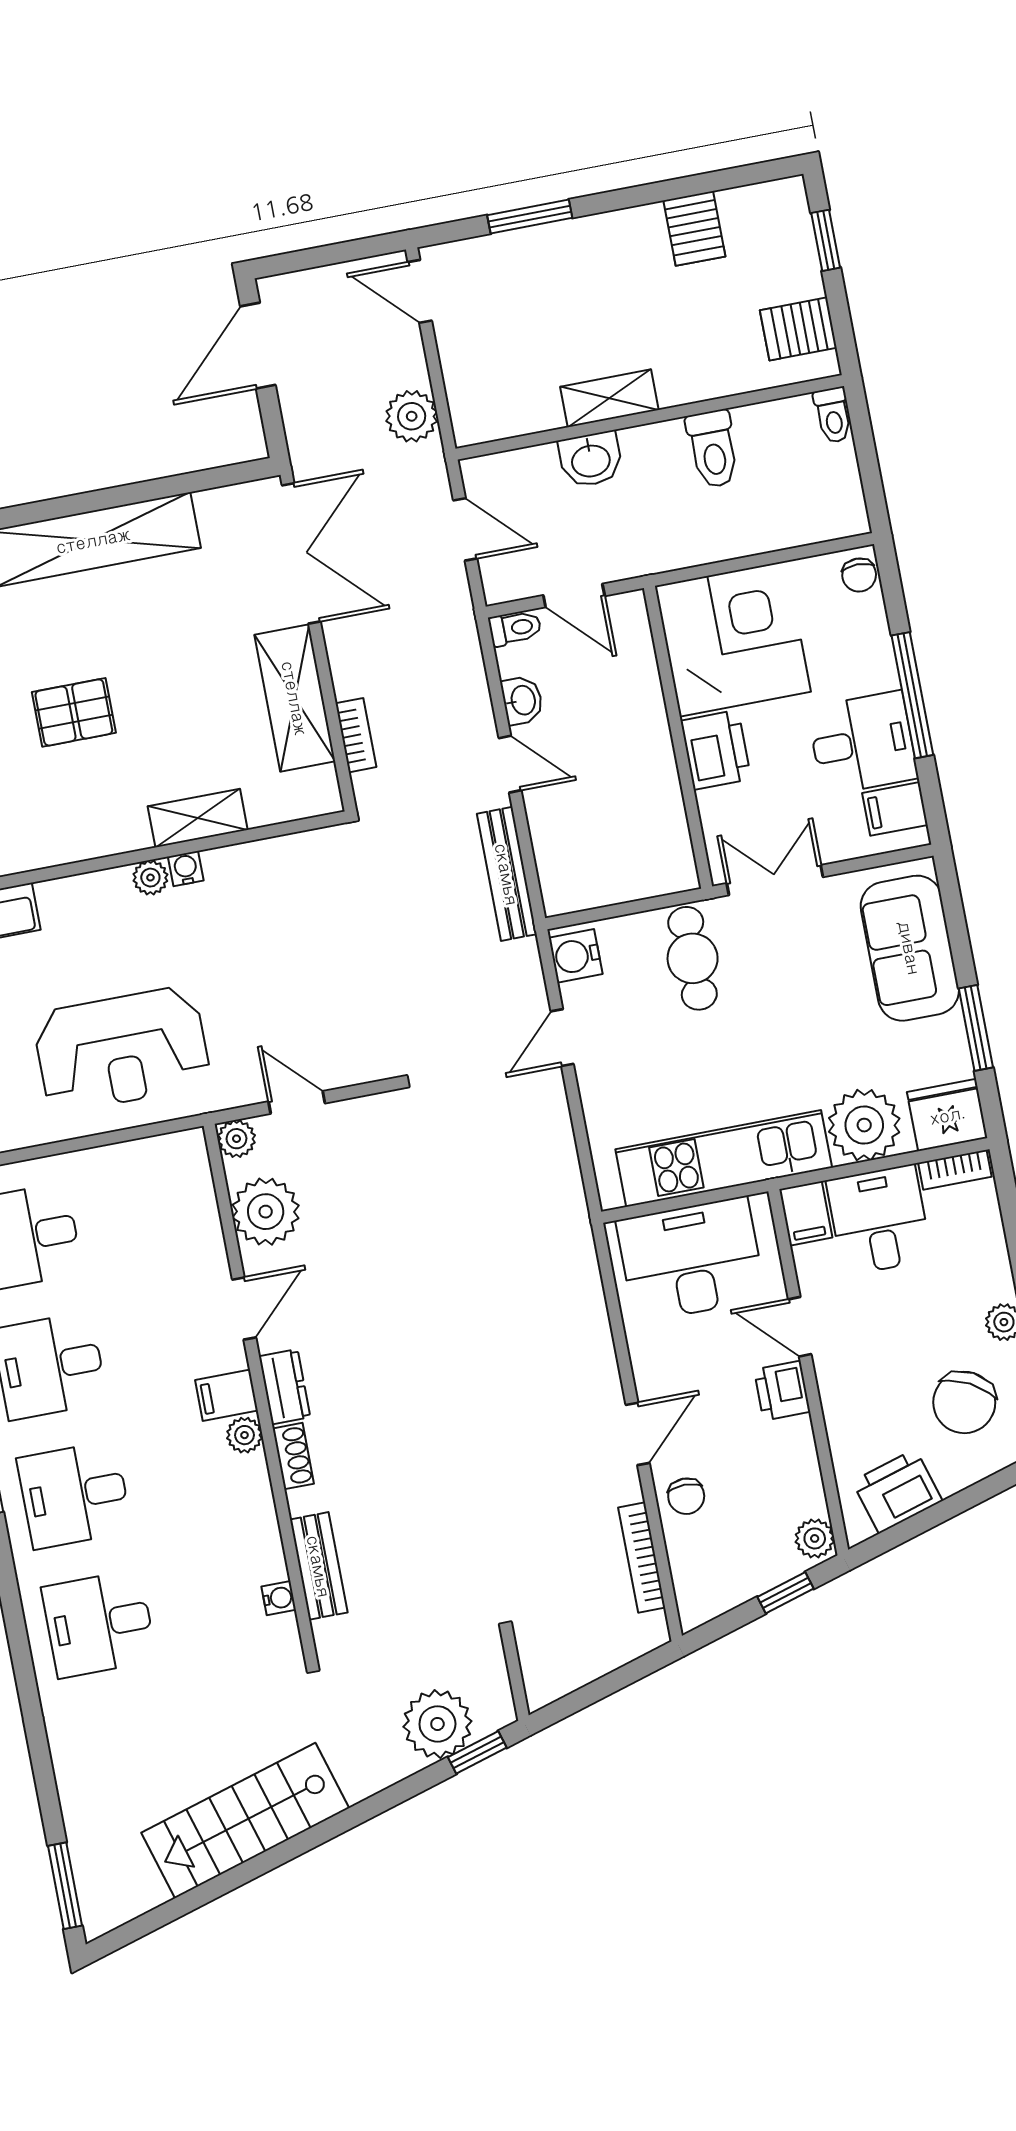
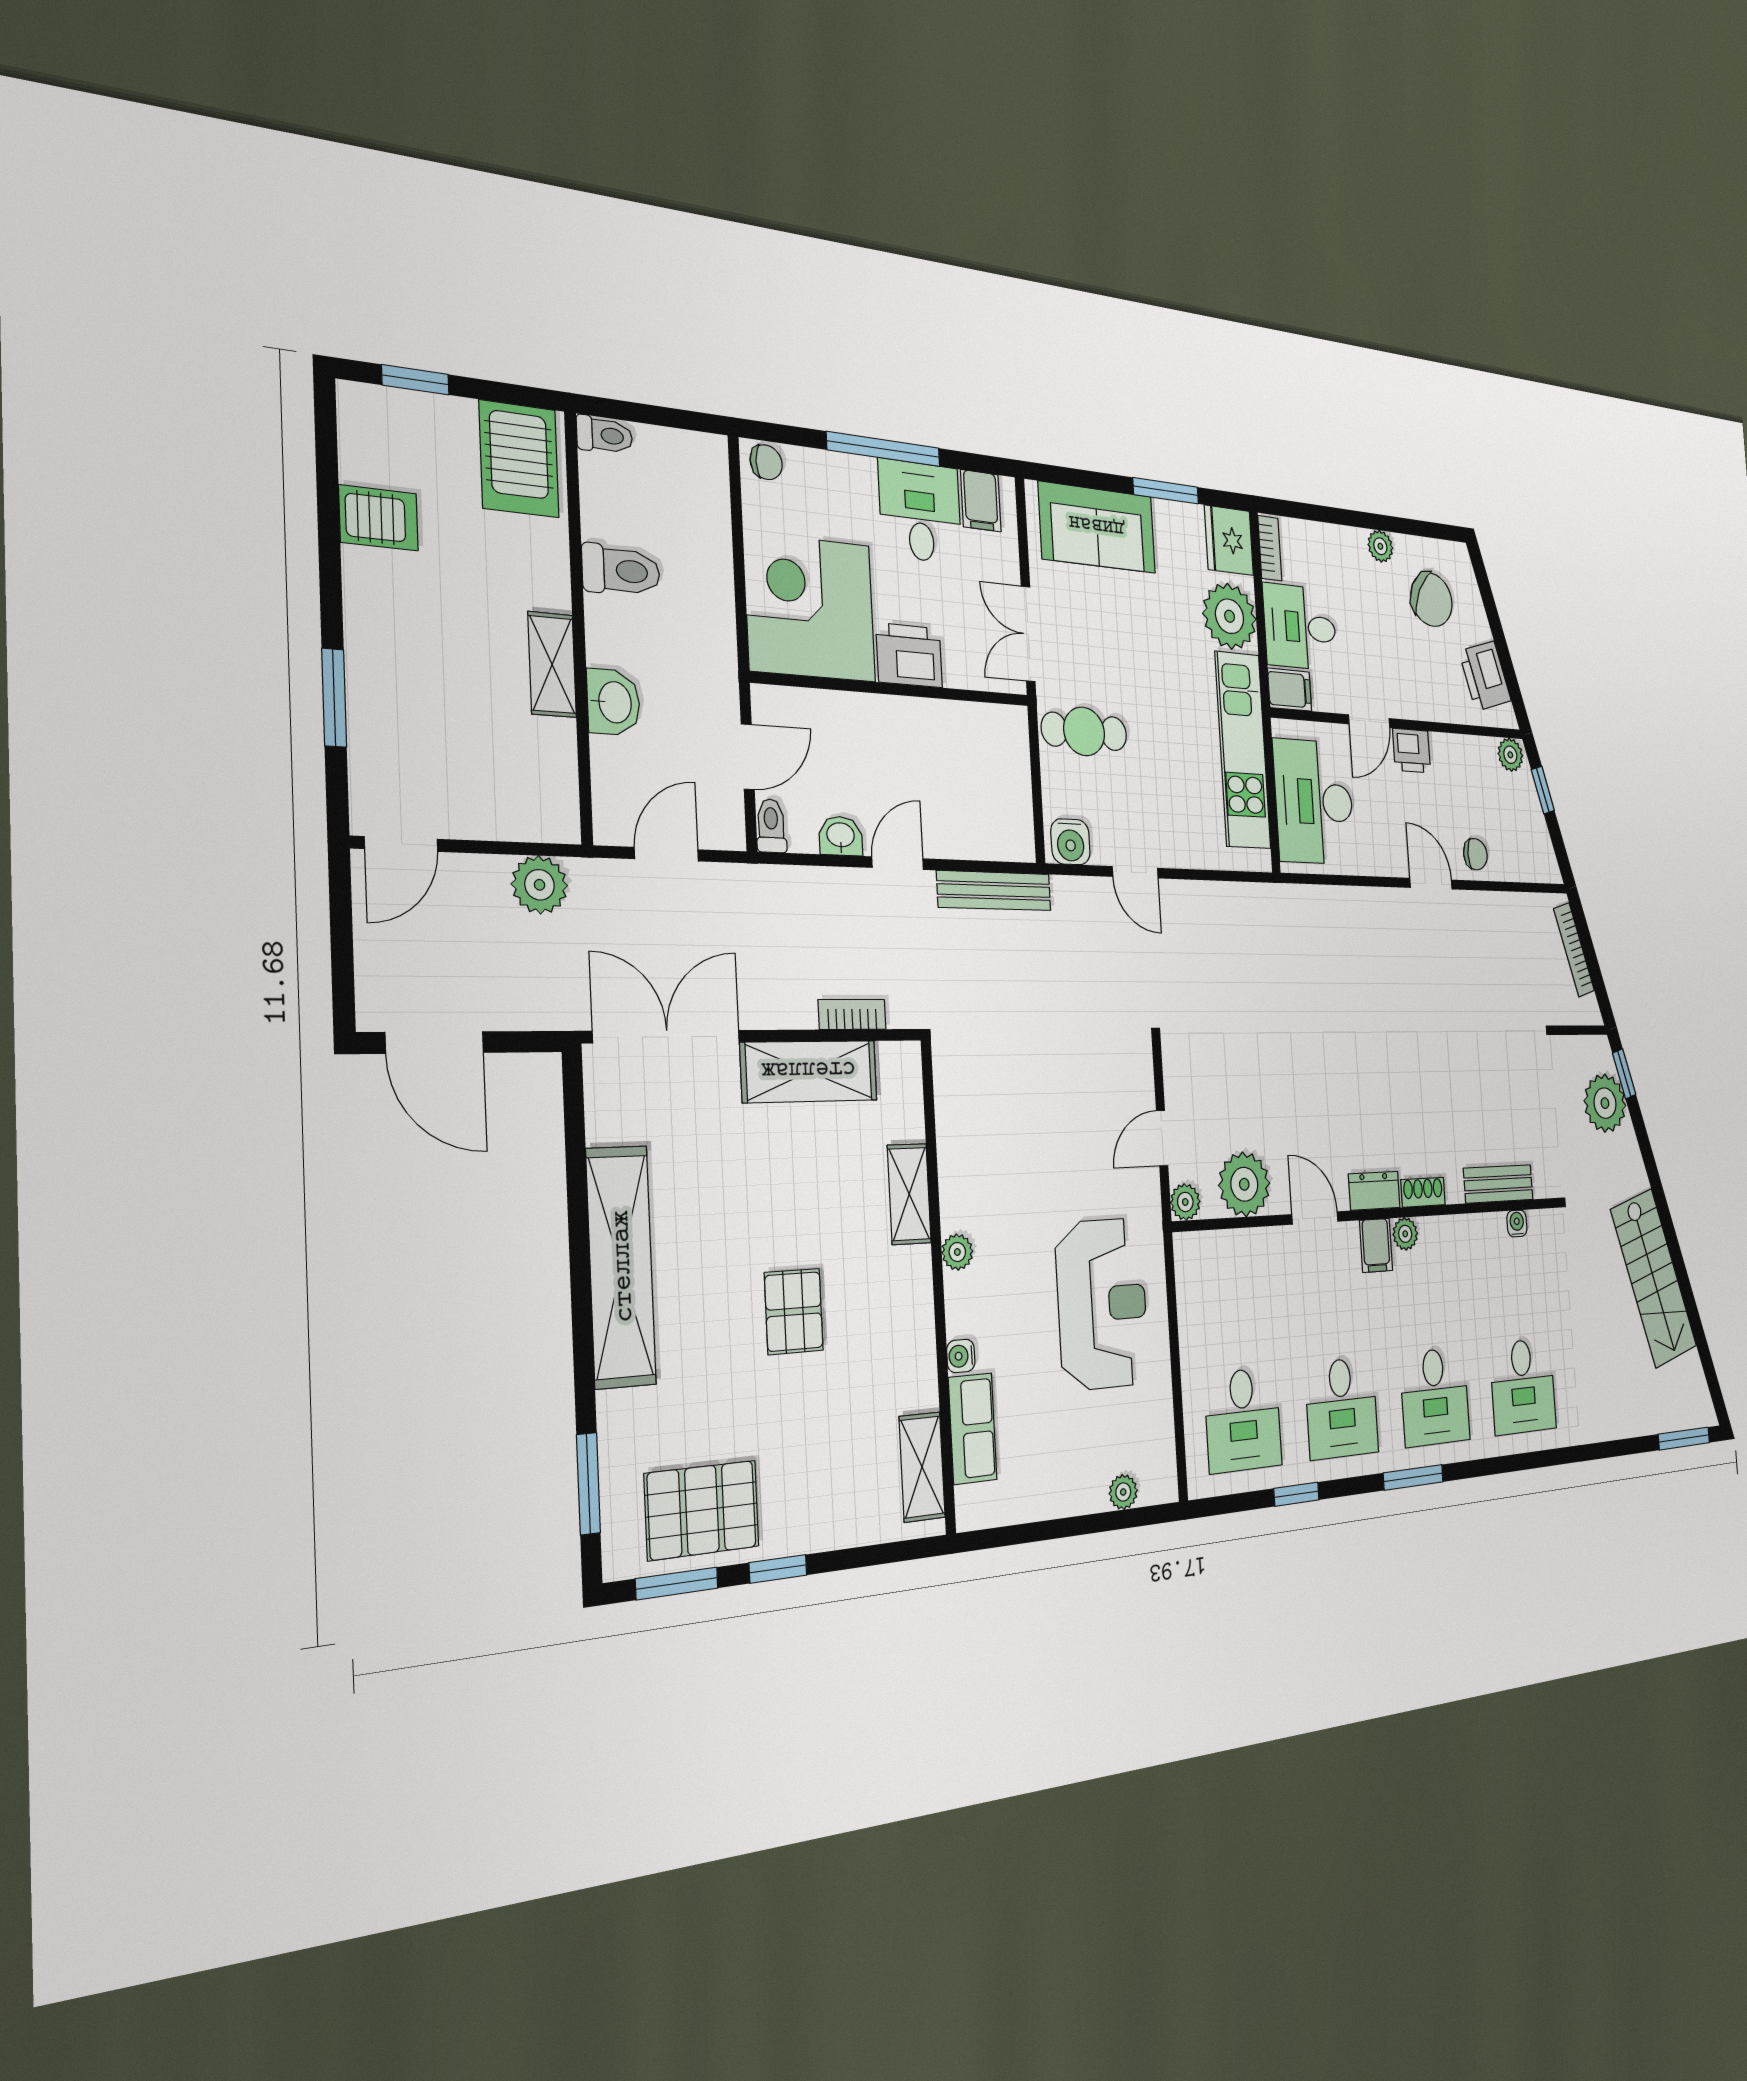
server rack: (798, 329) -> (519, 459), width x1.36, depth x1.44
water cooler: (186, 869) -> (961, 1356), moved
bookcase: (642, 1558) -> (1574, 950), moved, turned 73

